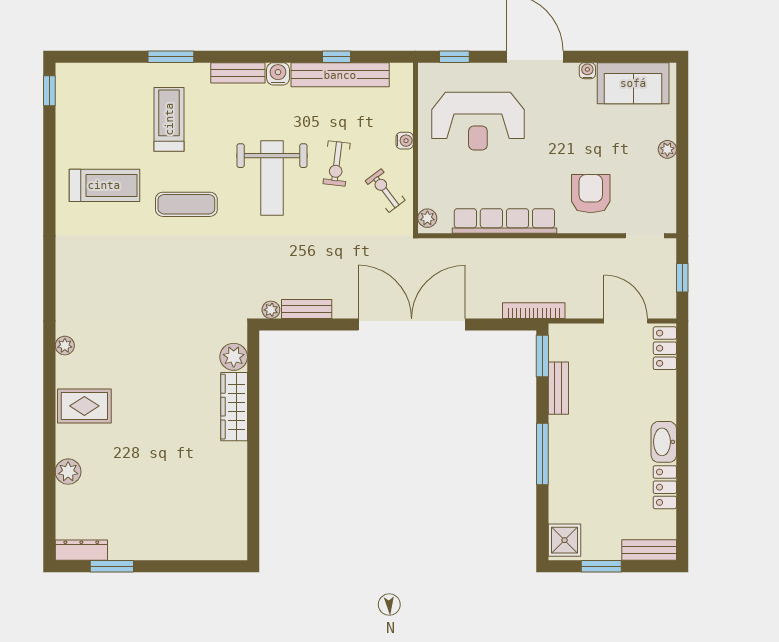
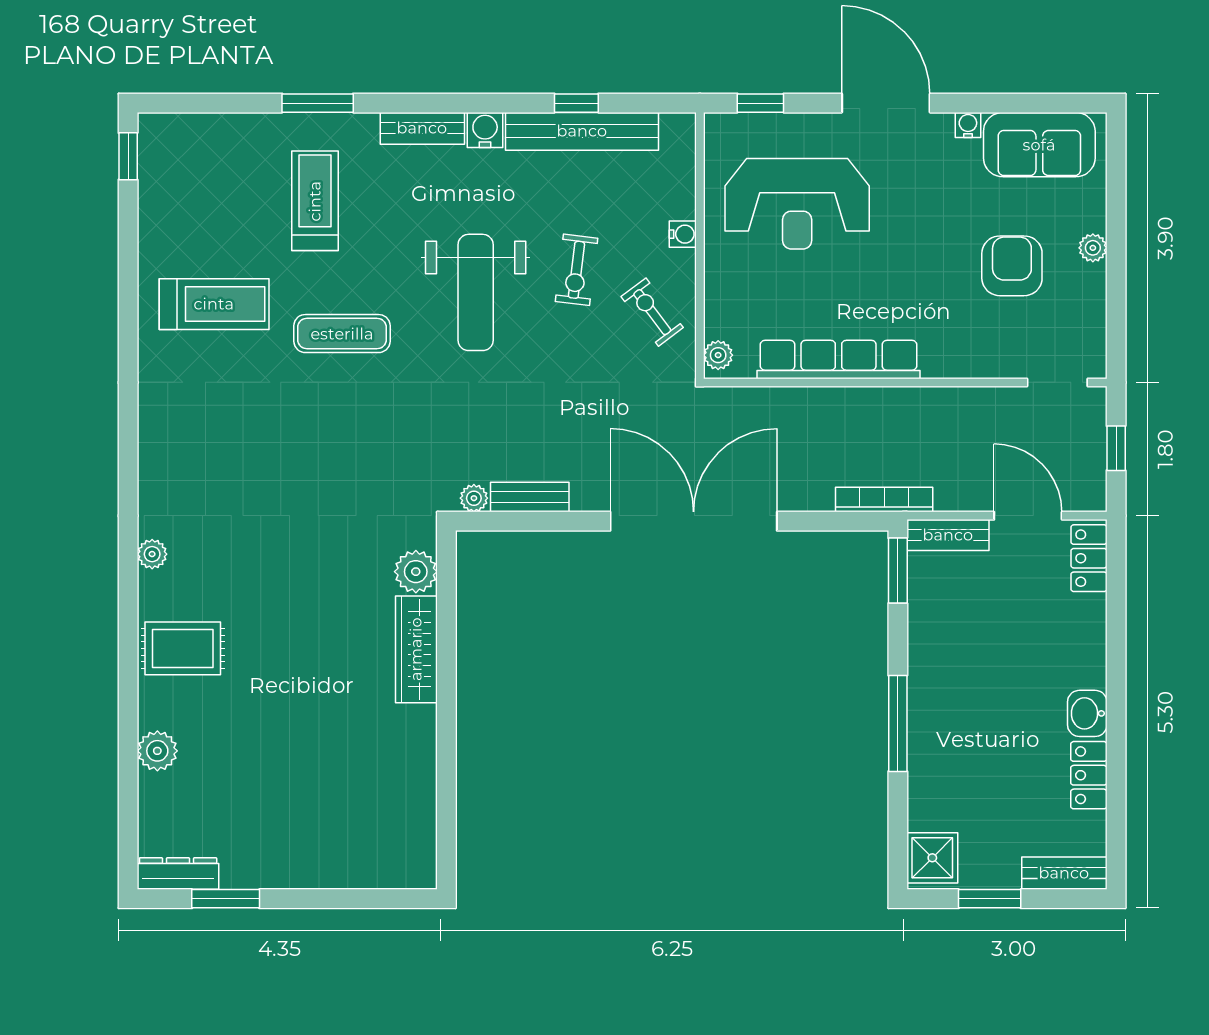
armchair: (591, 194) -> (1012, 266), moved
bench: (558, 388) -> (948, 535), moved, turned 90
washbasin: (664, 442) -> (1087, 713), width x0.72

